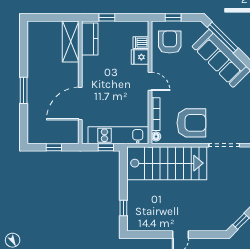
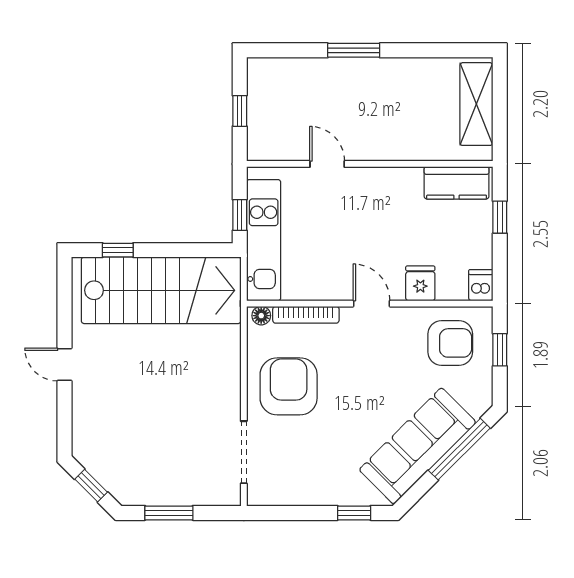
shelving: (71, 41) -> (476, 104), moved, turned 90
dishwasher: (141, 43) -> (481, 285), moved
door: (150, 81) -> (371, 304), swing flipped
door: (80, 104) -> (327, 164), width x0.53
armchair: (191, 123) -> (289, 386), turned 180
stairs: (167, 163) -> (161, 290), moved, turned -90

